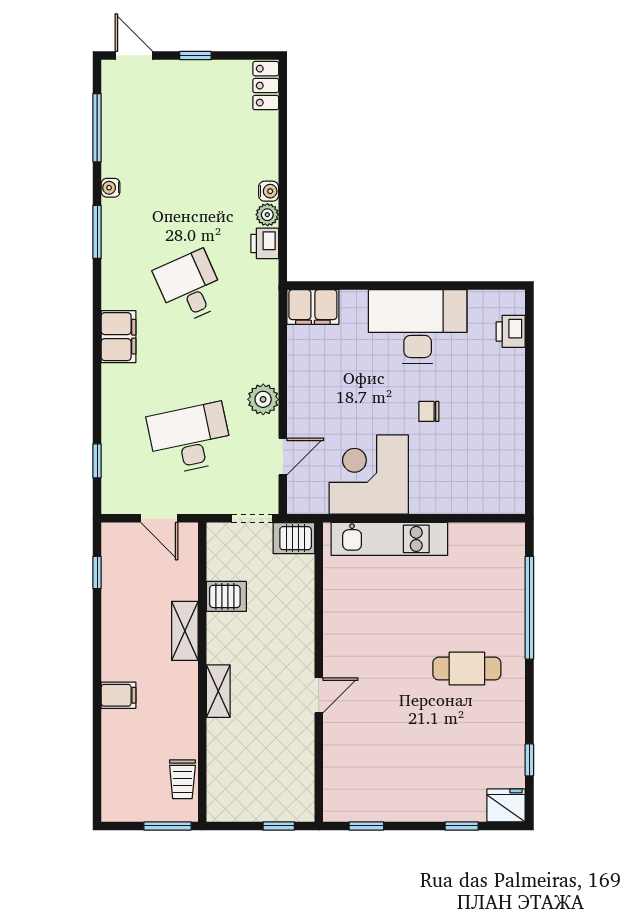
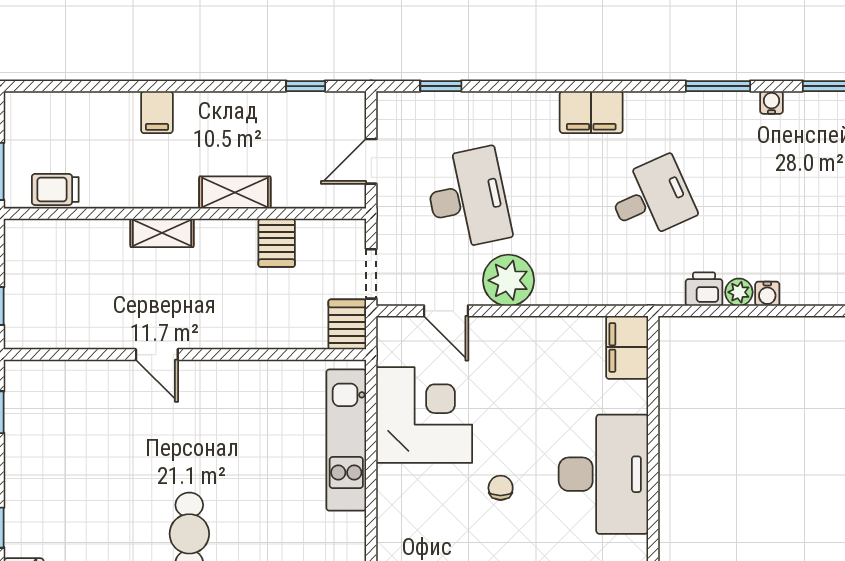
plant: (263, 399) -> (508, 280), width x1.36, depth x1.36

